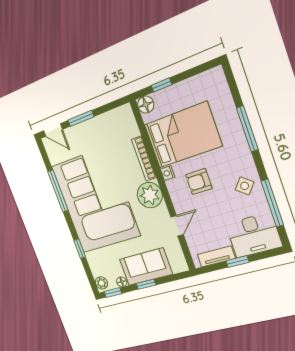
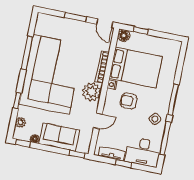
window: (247, 129) -> (173, 100), moved
door: (53, 130) -> (105, 23), moved
plant: (101, 283) -> (21, 122), moved
window: (146, 284) -> (77, 154), moved

